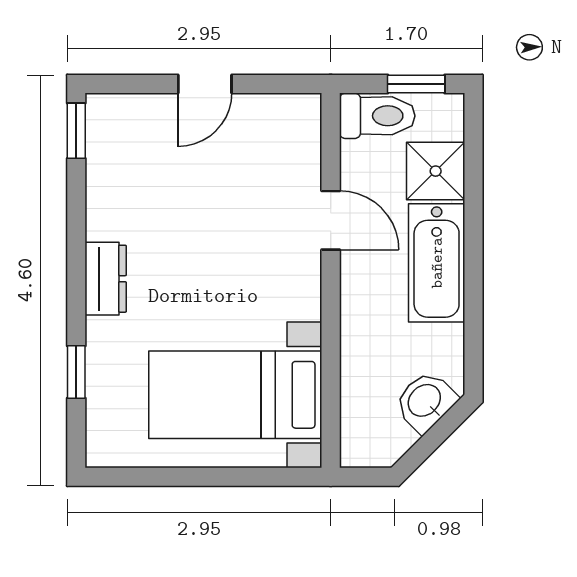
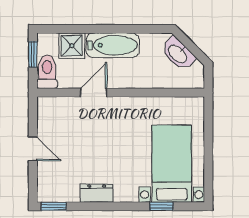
dresser: (106, 279) -> (97, 193), moved
bed with nightstands: (235, 395) -> (172, 164), moved, turned 180
washbasin: (425, 401) -> (178, 54), width x1.38

